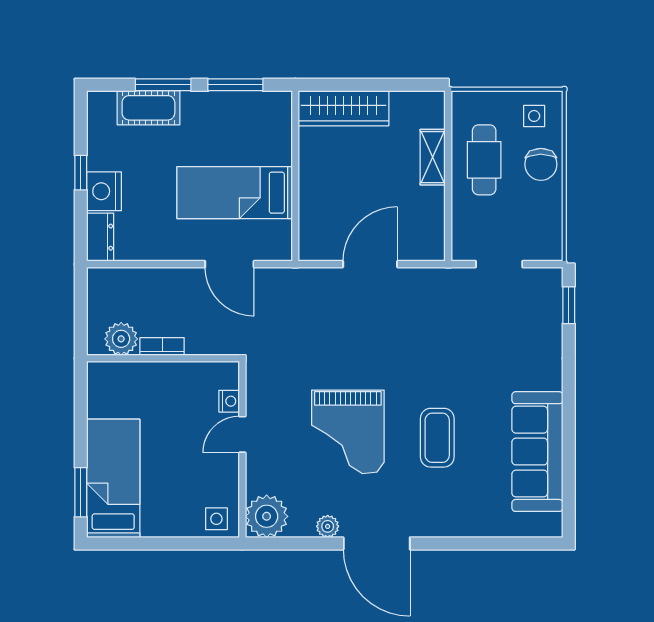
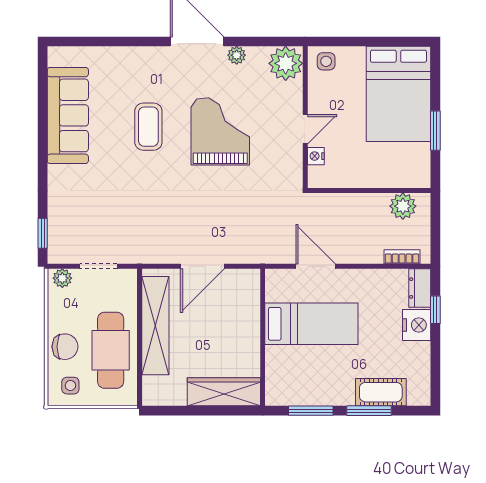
shelving: (433, 157) -> (155, 326), width x2.20, depth x1.33
cafe table: (484, 160) -> (111, 350), width x1.37, depth x1.35
chair: (541, 164) -> (65, 347), turned 90
window: (81, 173) -> (435, 310), moved
plant: (544, 249) -> (62, 278), added
bookcase: (162, 346) -> (402, 257), moved, turned 180
bed: (113, 478) -> (398, 94), width x1.50
window: (81, 492) -> (435, 131), moved

